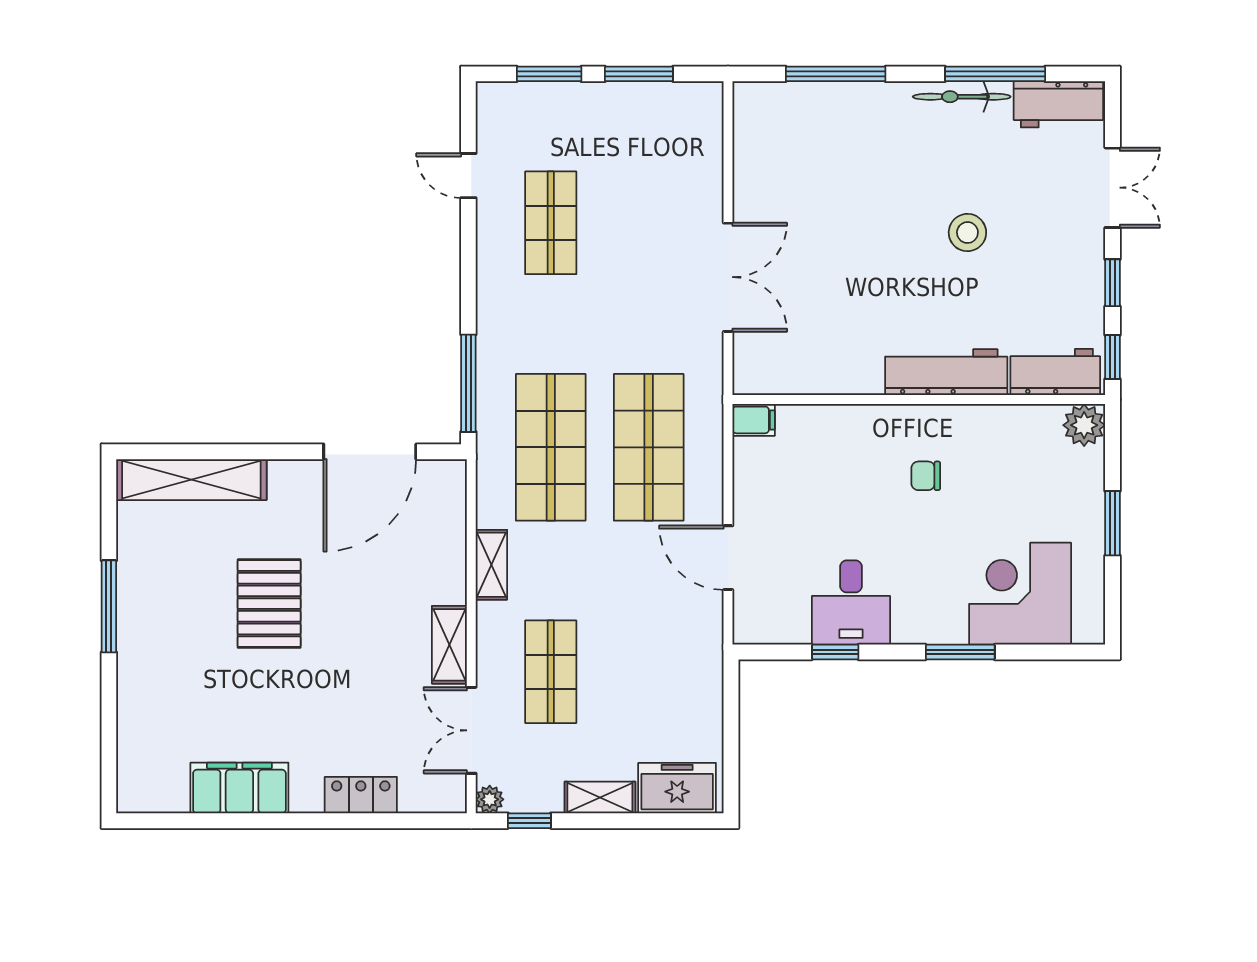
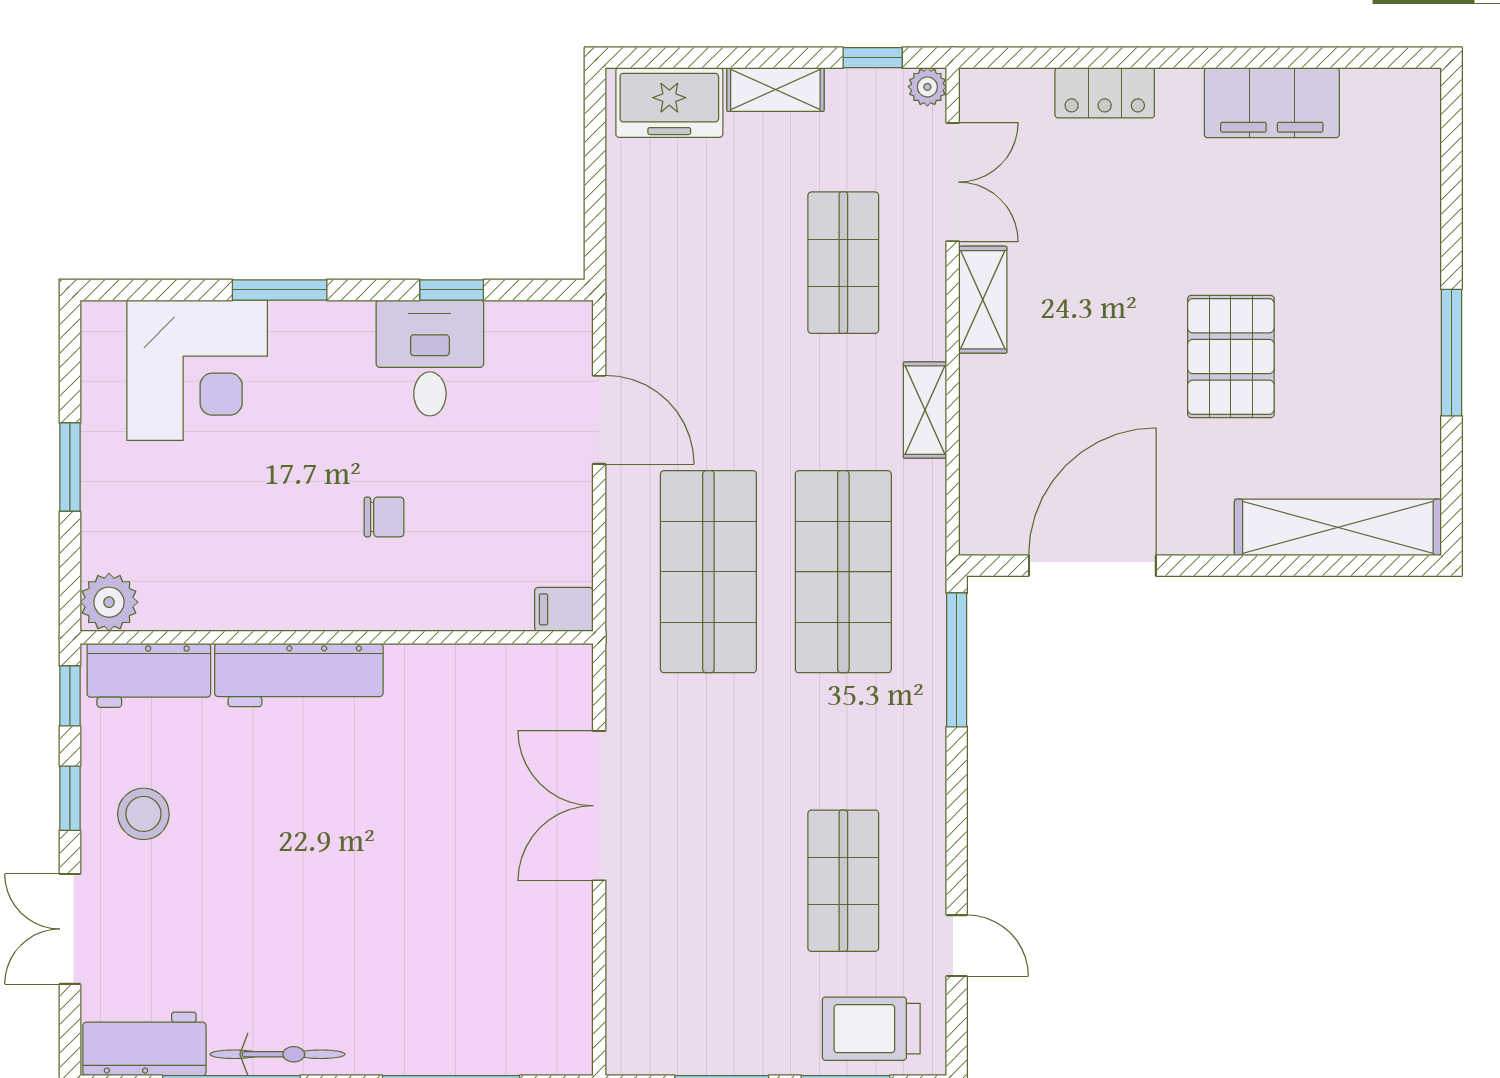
trolley: (530, 115) -> (871, 1029), added
stool: (967, 233) -> (143, 814), moved
chair: (926, 476) -> (384, 517), moved

